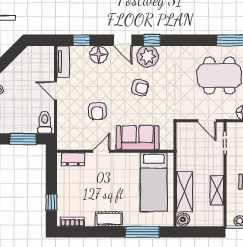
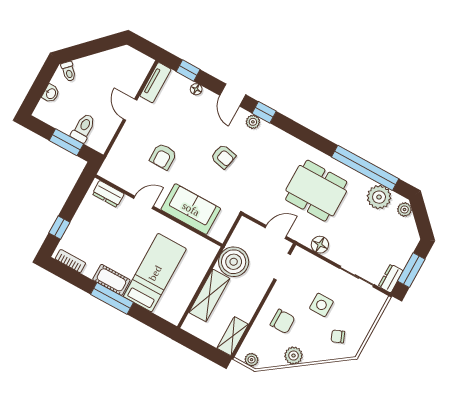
floor lamp: (99, 55) -> (196, 89), width x0.53, depth x0.53
plant: (148, 56) -> (253, 122), width x0.53, depth x0.53
door: (207, 121) -> (276, 232), swing flipped
toilet: (45, 122) -> (83, 128), moved
bed: (154, 182) -> (155, 273), moved, turned 180
shelving: (217, 190) -> (233, 336), moved
boiler: (183, 220) -> (234, 262), moved, width x1.86, depth x1.86
window: (142, 232) -> (112, 298), moved

